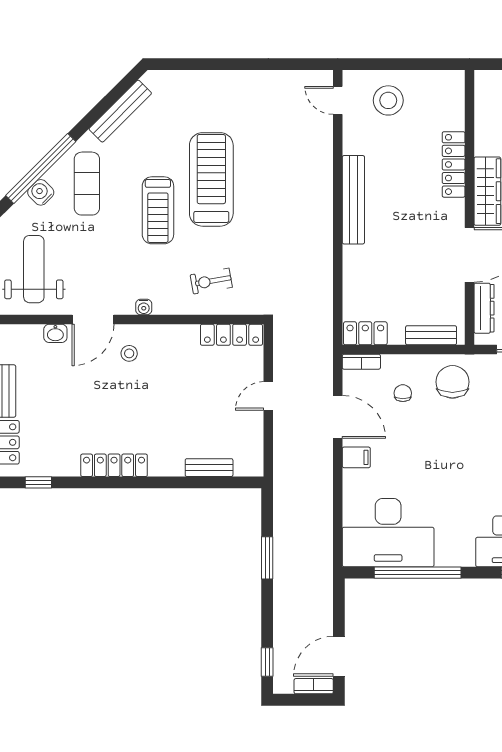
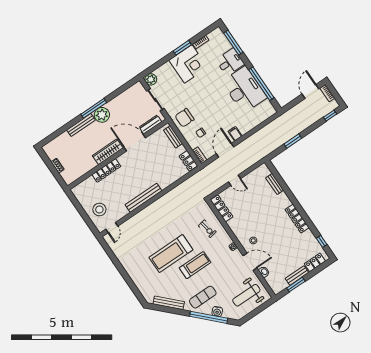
desk: (388, 533) -> (244, 90), moved
door: (339, 656) -> (310, 91), swing flipped

